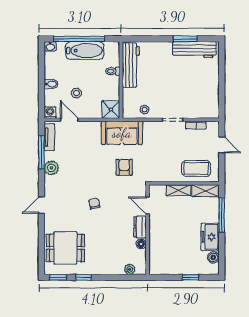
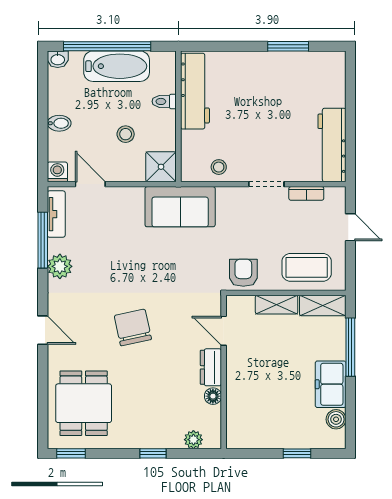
workbench: (194, 50) -> (332, 145), moved, turned 90
stool: (76, 93) -> (126, 134), moved
armchair: (124, 167) -> (243, 273), moved
chair: (94, 204) -> (133, 327), width x1.87, depth x1.87
door: (41, 205) -> (43, 330), swing flipped
dining table: (65, 248) -> (84, 403), turned 90
window: (84, 277) -> (153, 453), moved

